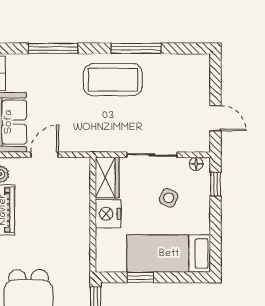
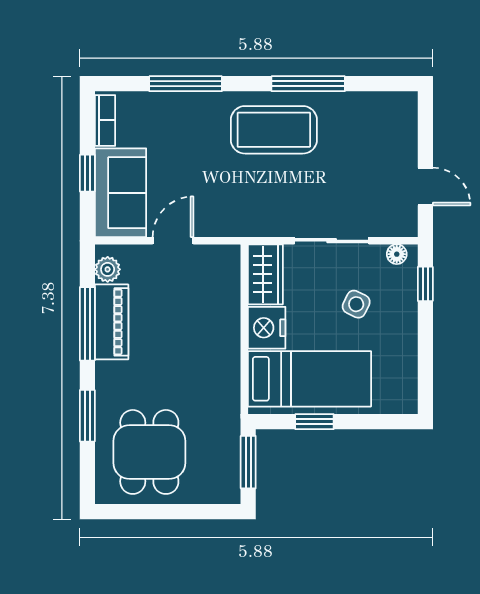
bed: (169, 254) -> (309, 379), moved, turned 180

